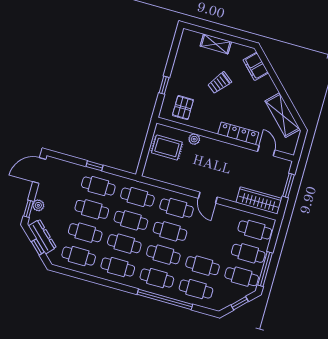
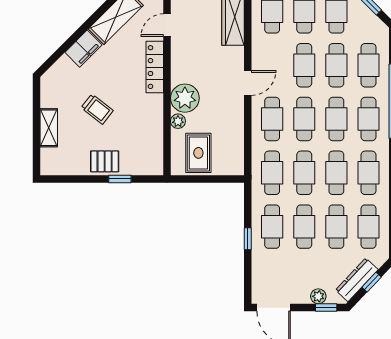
filing cabinet: (256, 66) -> (83, 49), moved
pallet: (183, 108) -> (105, 161), moved
plant: (210, 149) -> (185, 98), added
cafe table: (209, 242) -> (304, 65), added

